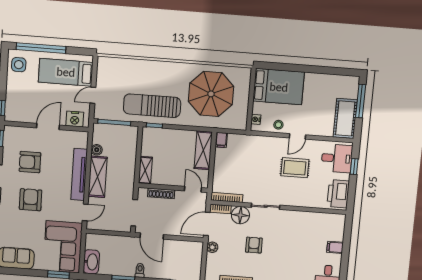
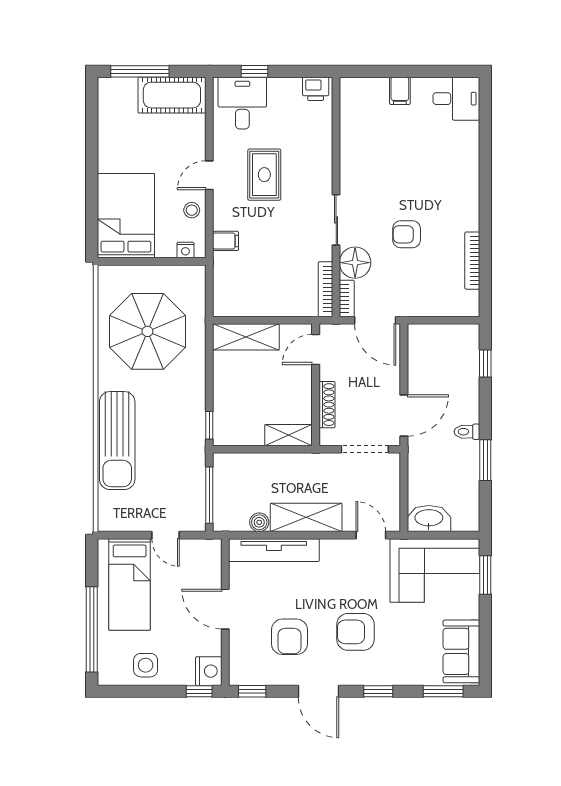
side table: (19, 65) -> (146, 665), moved
sun lounger: (152, 106) -> (117, 441), moved
nightstand: (75, 119) -> (209, 671), moved
door: (297, 136) -> (209, 175), swing flipped
filing cabinet: (221, 140) -> (226, 241), moved
tv unit: (79, 174) -> (274, 550), moved
printer: (338, 194) -> (316, 89), width x0.53, depth x0.68
plant: (212, 247) -> (416, 307), removed
washbasin: (91, 262) -> (429, 519), moved

